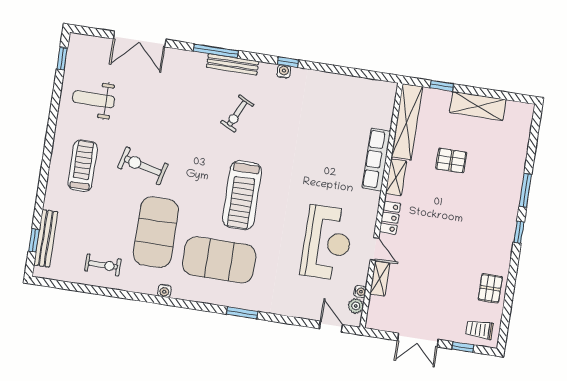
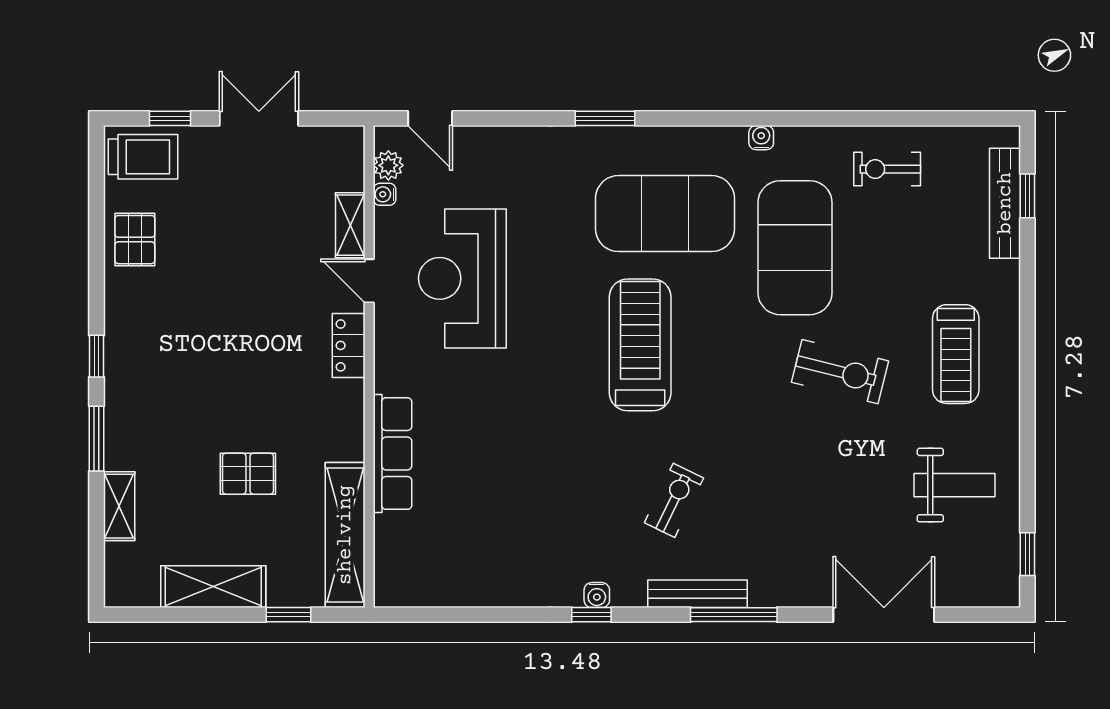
shelving: (396, 177) -> (119, 506), moved
trolley: (480, 330) -> (143, 157), width x1.36, depth x1.39

